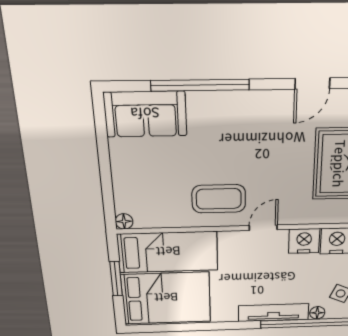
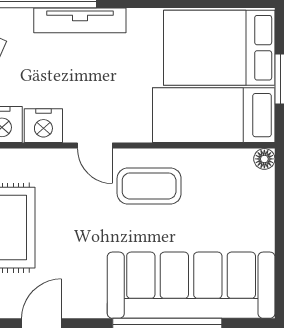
sofa: (145, 114) -> (191, 285), width x1.85, depth x1.27
door: (263, 228) -> (95, 146), hinge flipped
floor lamp: (317, 313) -> (22, 18), removed

